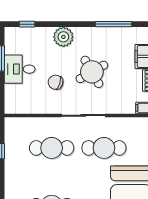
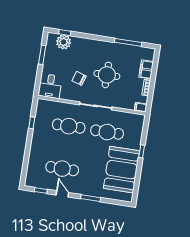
plant: (63, 37) -> (64, 42), moved
desk: (20, 69) -> (50, 86), moved, turned -90
round table: (92, 72) -> (107, 75), turned 30

